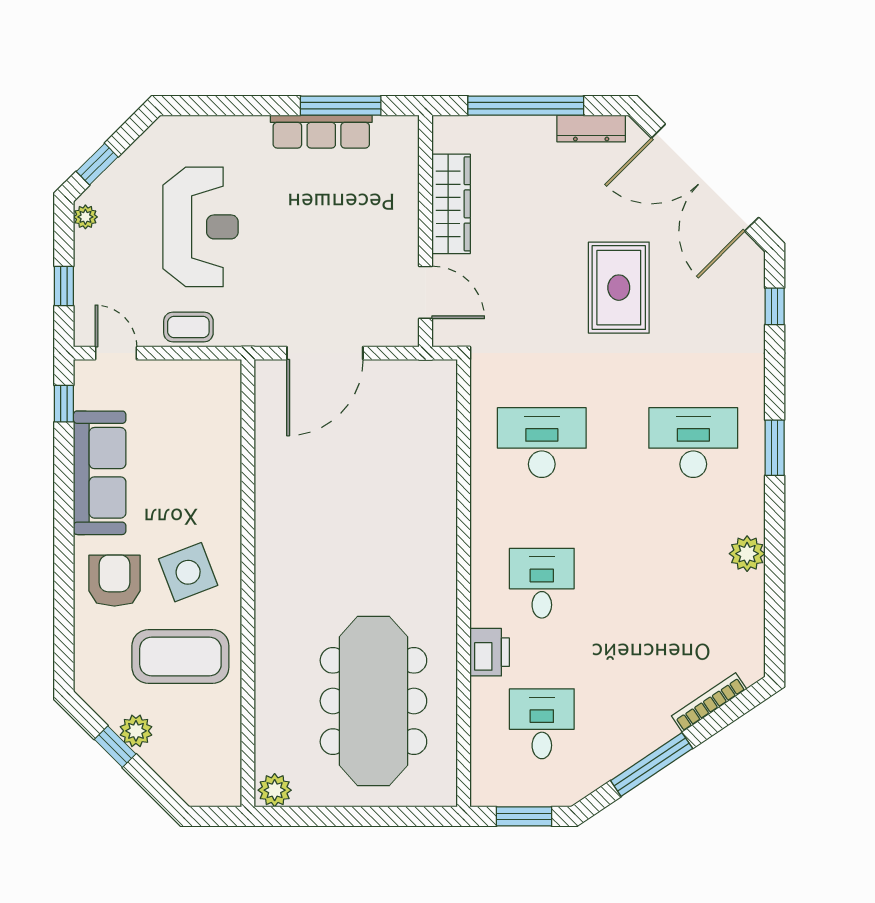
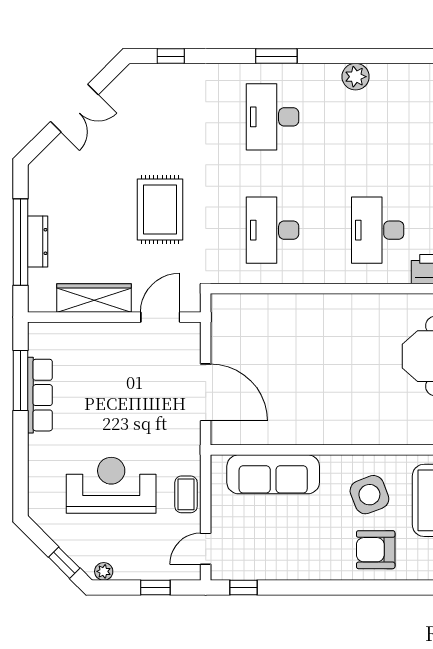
dresser: (591, 129) -> (38, 241), moved
double door: (705, 178) -> (74, 108), width x0.54
rug: (619, 288) -> (160, 210), moved, turned 90
sofa: (100, 473) -> (273, 474), moved, turned 180
desk: (542, 583) -> (378, 230), width x1.37

